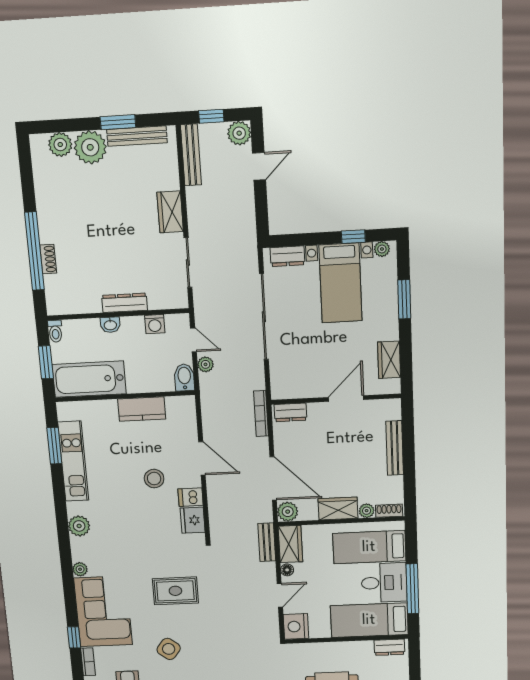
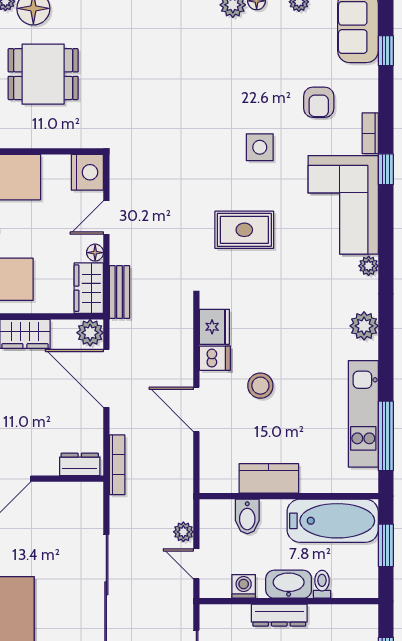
washbasin: (110, 325) -> (289, 584), width x1.91, depth x1.45
toilet: (55, 331) -> (322, 584), moved
bidet: (184, 377) -> (247, 517), moved
window: (54, 446) -> (386, 436), width x1.44
side table: (169, 649) -> (260, 147), turned -37

